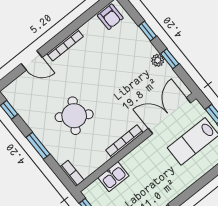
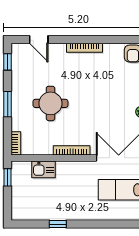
door: (32, 60) -> (39, 40), moved
round table: (74, 116) -> (50, 103), turned -33

